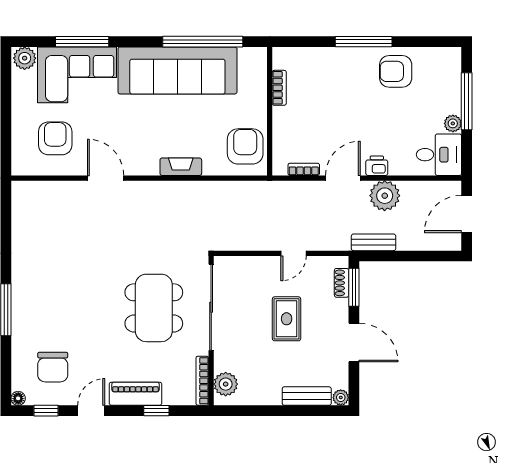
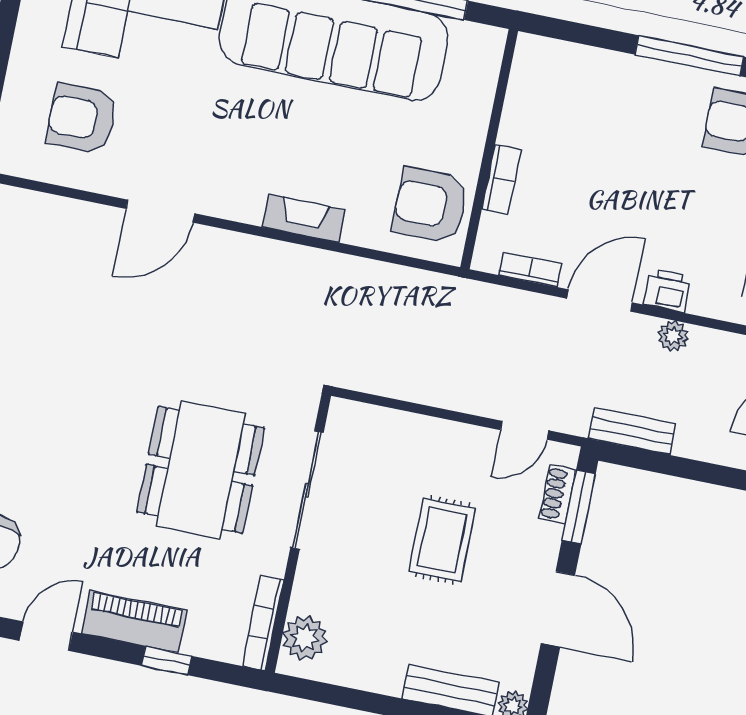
bookcase: (279, 88) -> (501, 179), moved
armchair: (55, 138) -> (82, 119), turned -90
armchair: (245, 146) -> (430, 205), turned -90
door: (106, 178) -> (160, 211), swing flipped
plant: (385, 196) -> (673, 336), width x0.53, depth x0.53
door: (294, 253) -> (525, 430), moved
sliding door: (211, 307) -> (307, 490), width x0.73

